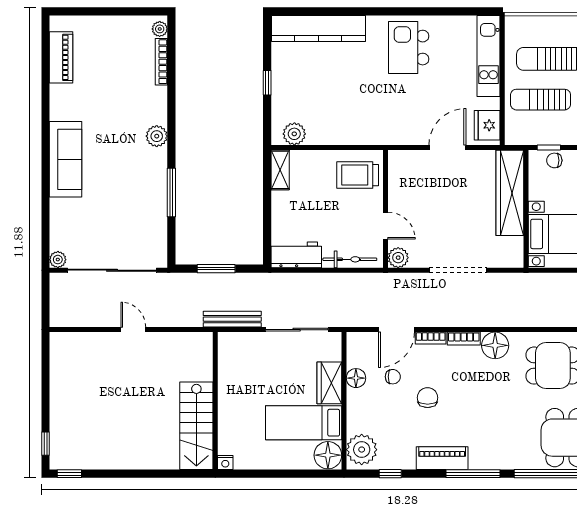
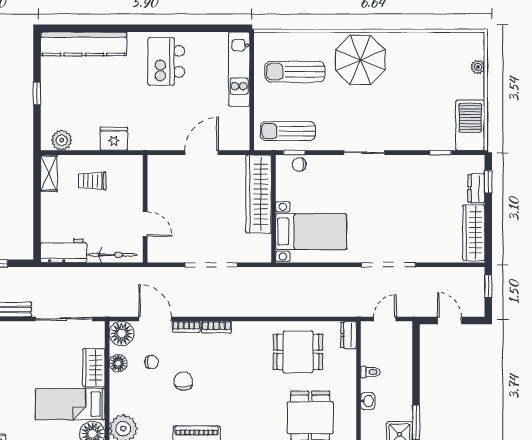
sun lounger: (541, 100) -> (288, 131), moved
fridge: (487, 125) -> (114, 139), moved, turned 90
trolley: (358, 175) -> (92, 181), moved, width x0.73, depth x0.72
plant: (398, 258) -> (157, 253), removed
door: (397, 330) -> (155, 319), swing flipped
floor lamp: (495, 345) -> (122, 333), moved

